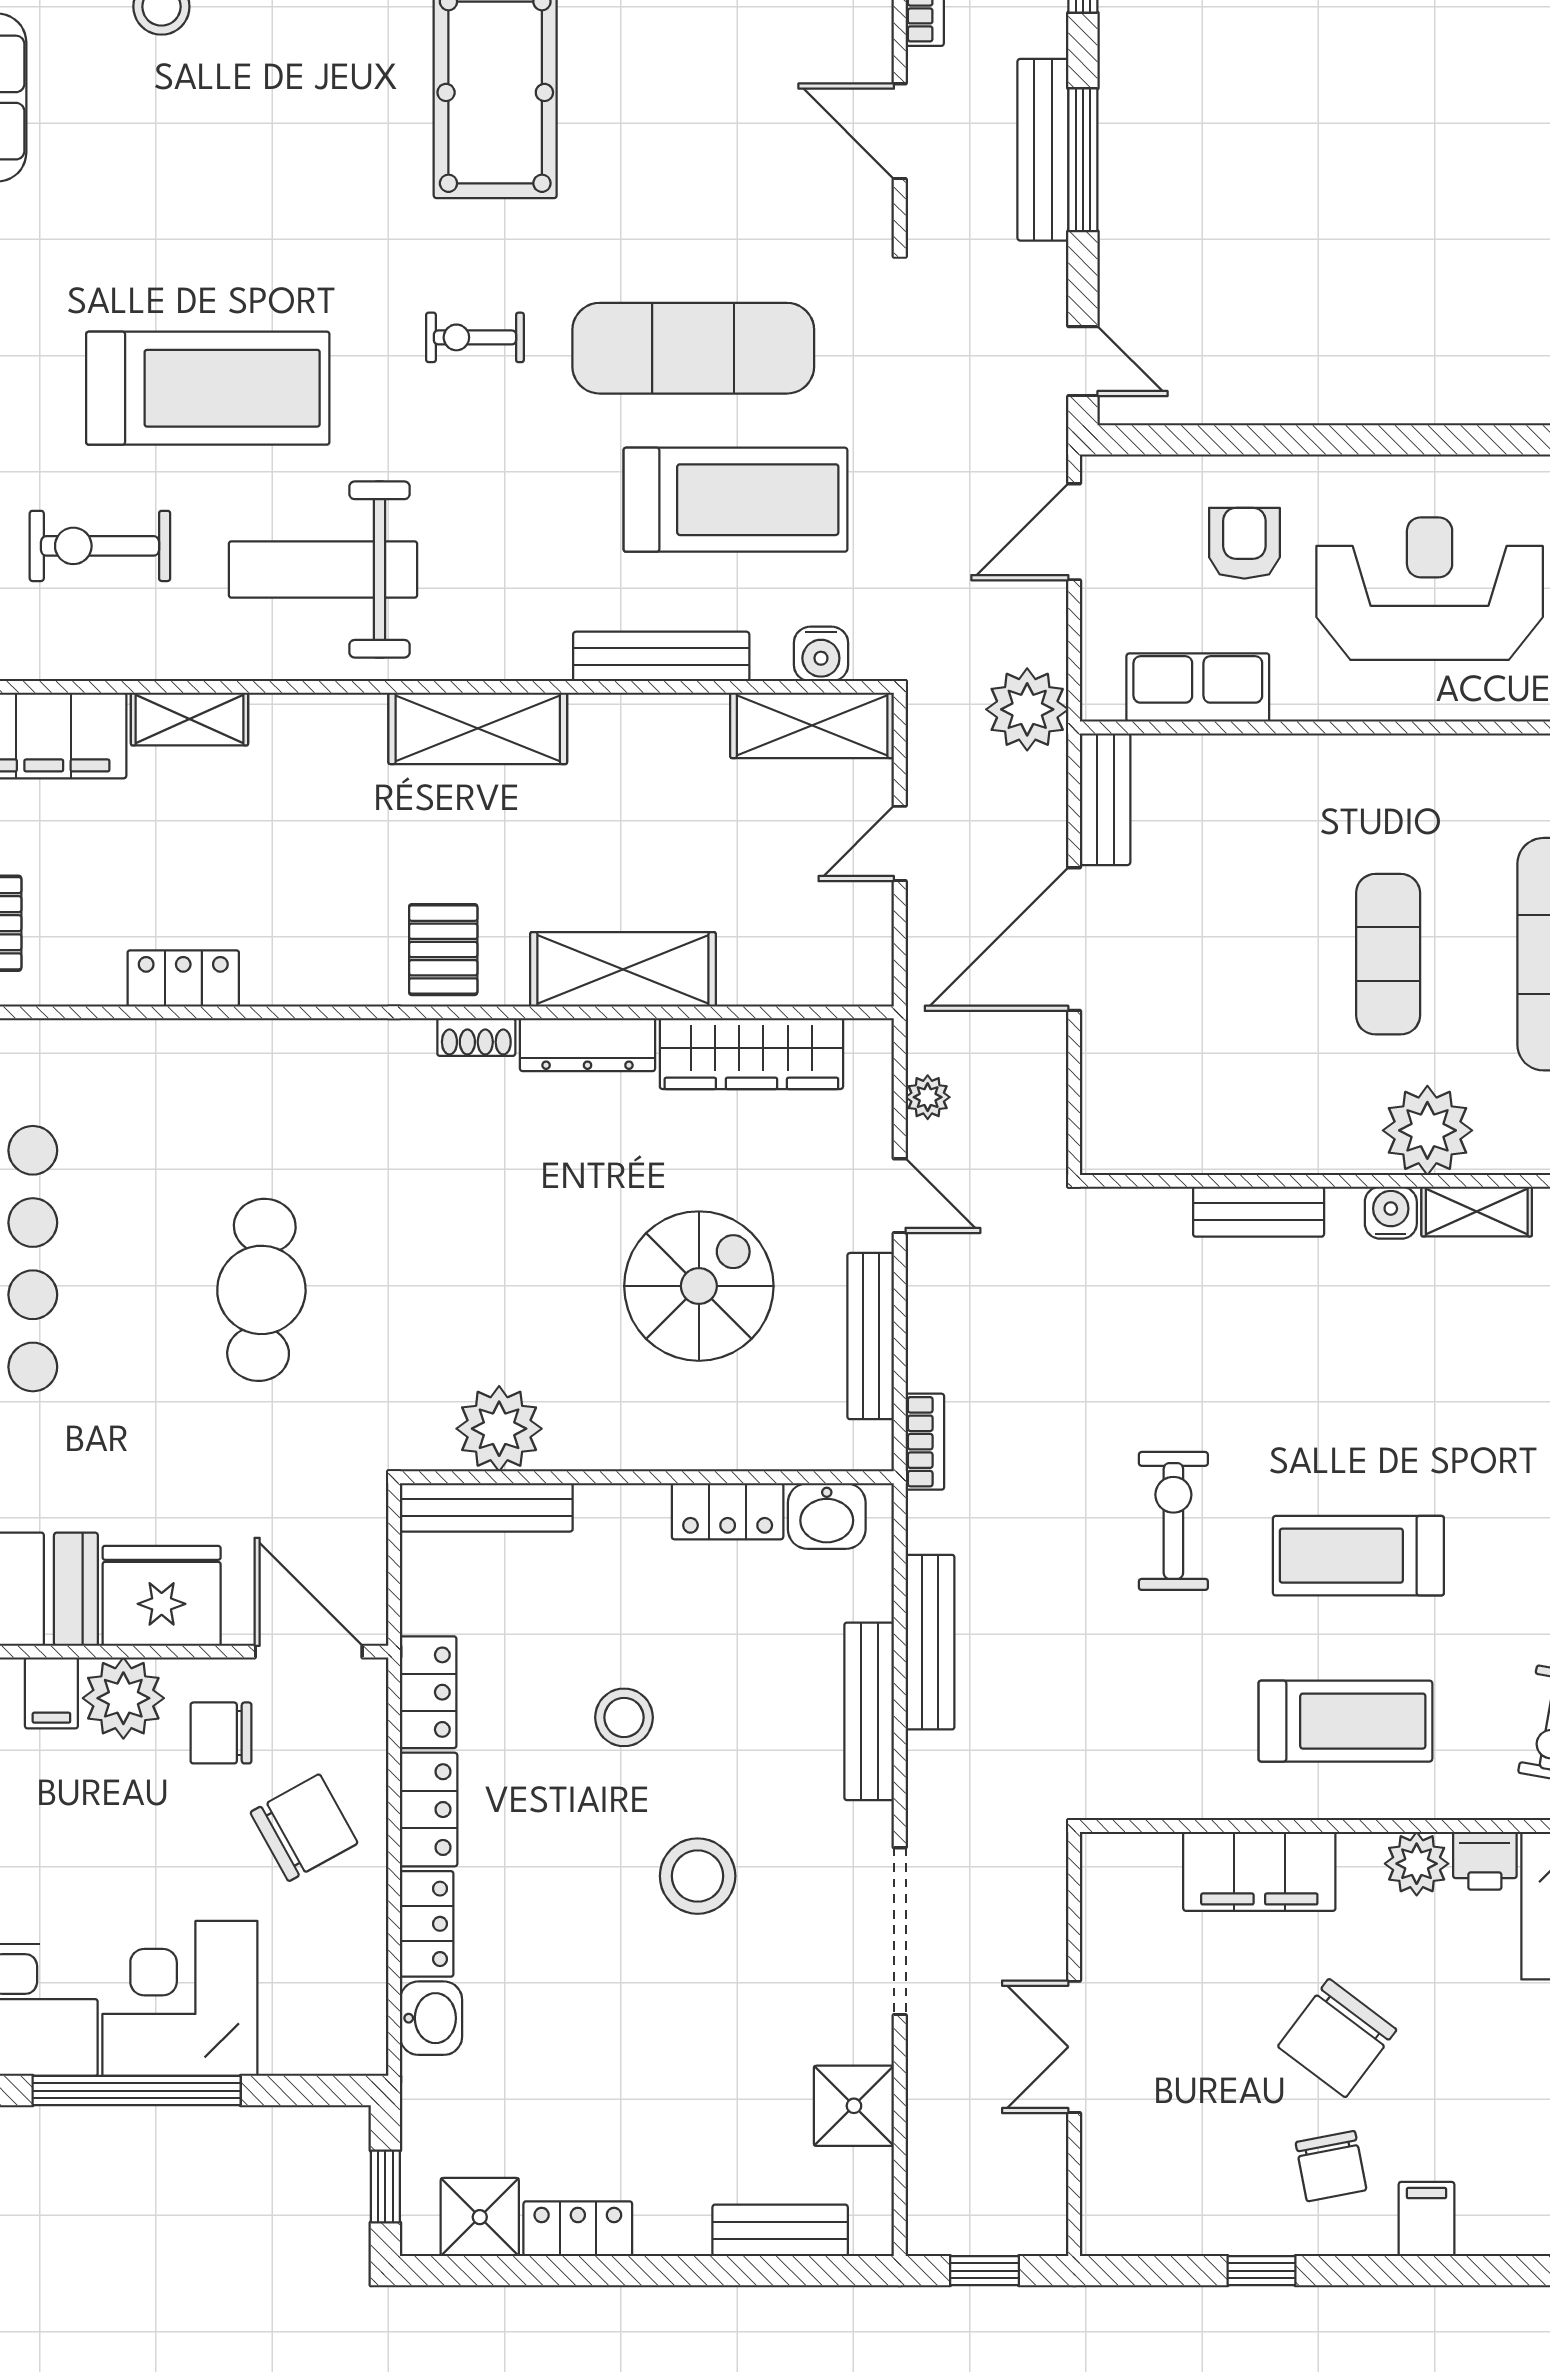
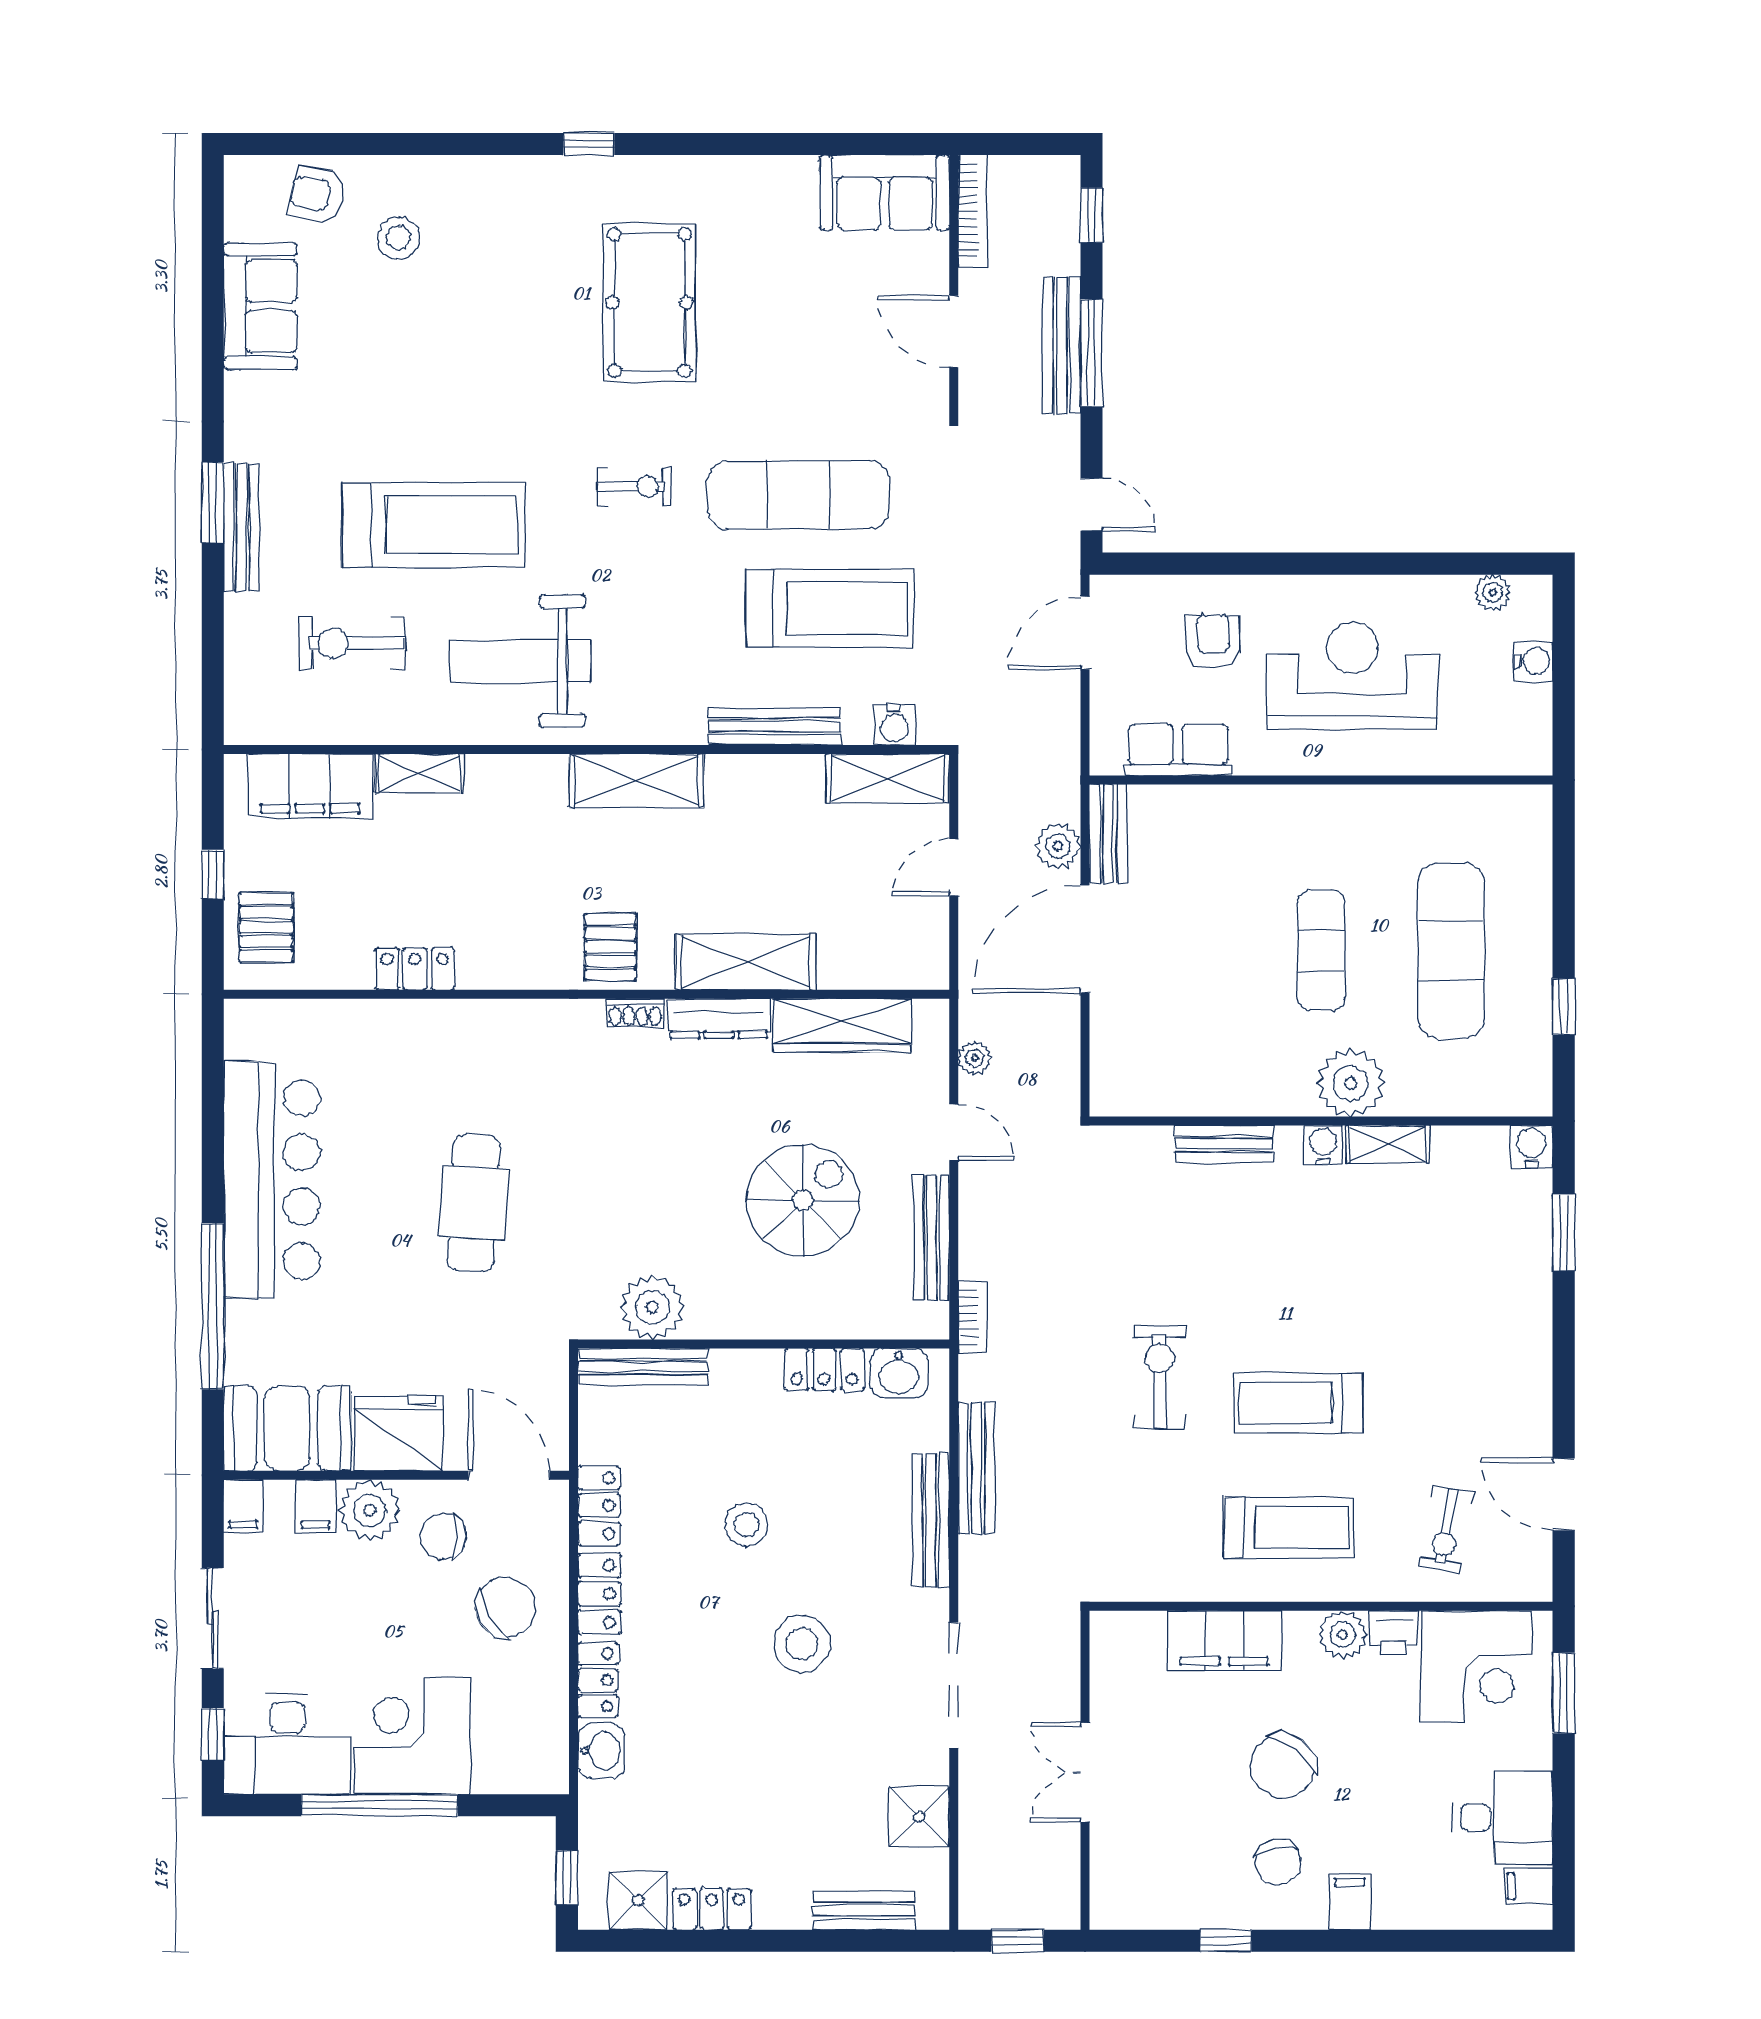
exercise bike: (475, 337) -> (634, 487), turned 180
plant: (1027, 709) -> (1058, 846), moved, width x0.73, depth x0.73

